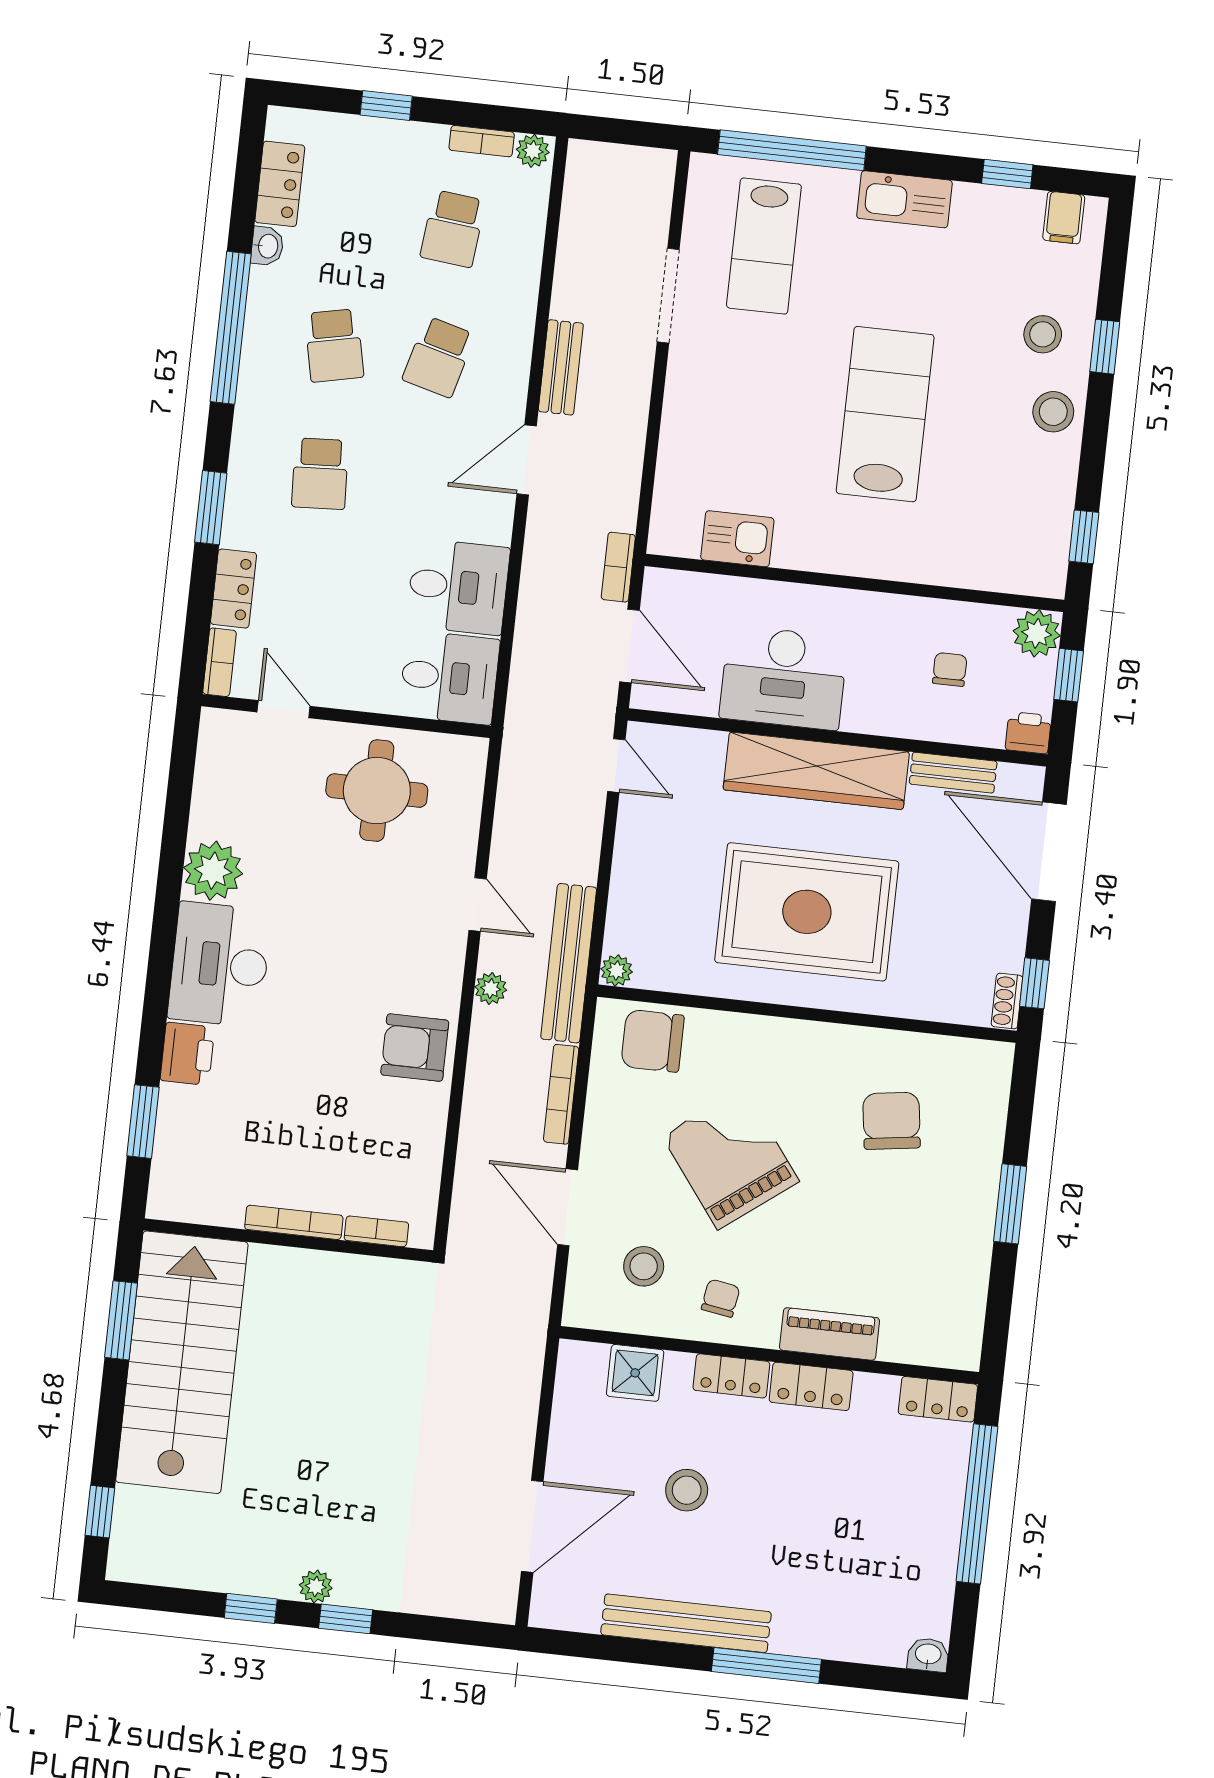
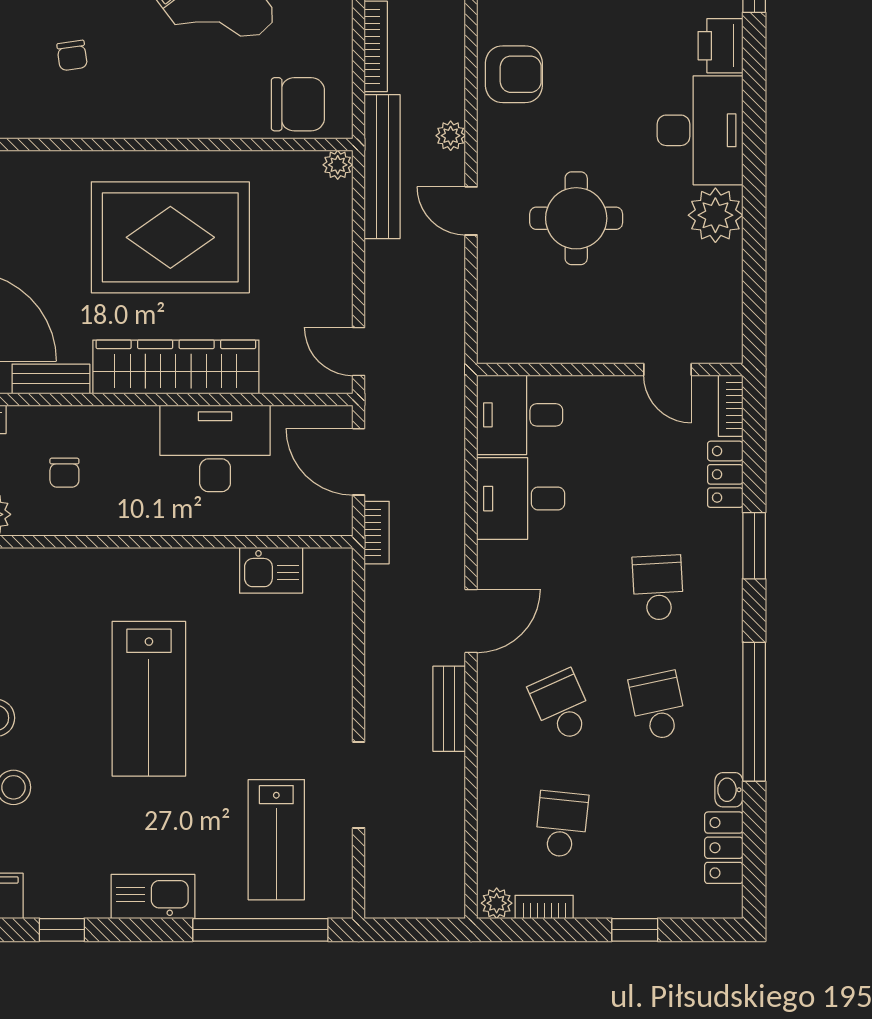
lab bench: (764, 246) -> (276, 840), turned 180
school desk: (439, 357) -> (562, 706), turned -39
round table: (377, 791) -> (576, 218), moved
chair: (891, 1121) -> (72, 55), width x0.54, depth x0.54

